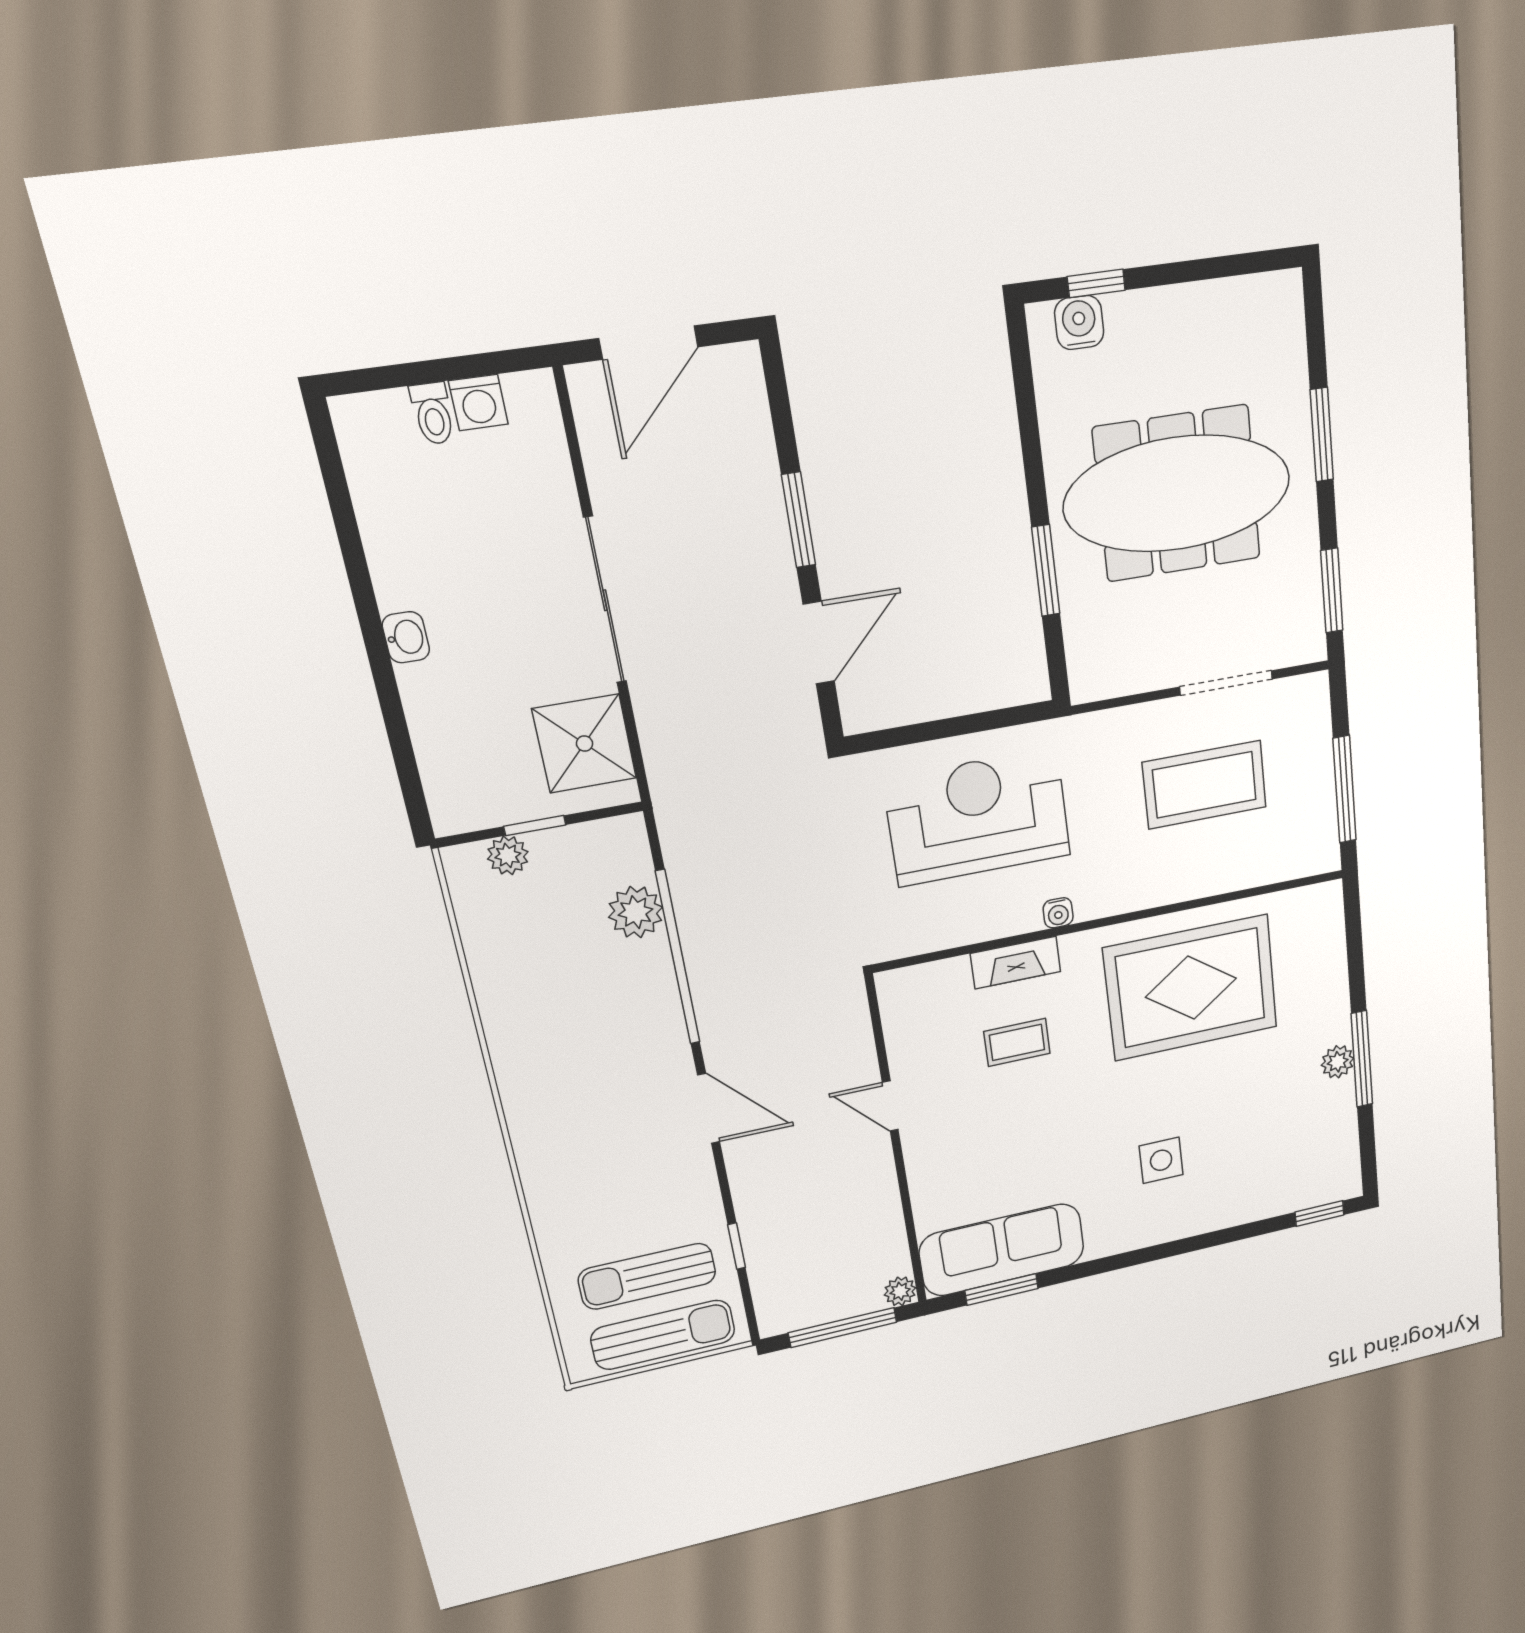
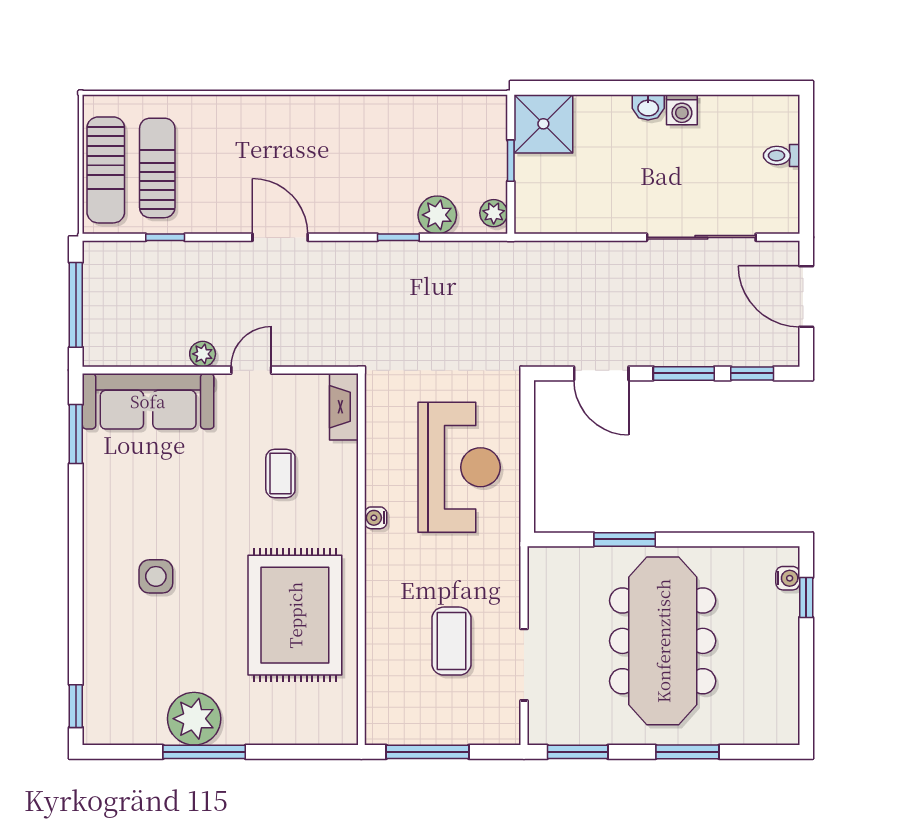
water cooler: (1079, 323) -> (788, 578), width x0.72, depth x0.72
washing machine: (478, 403) -> (682, 110), moved, turned -90
window: (781, 414) -> (752, 373), added
sliding door: (605, 600) -> (701, 237), moved
shower: (584, 744) -> (543, 124), moved
coffee table: (1205, 785) -> (451, 641), width x0.73, depth x0.76
plant: (508, 855) -> (494, 213), moved
window: (678, 958) -> (398, 237), width x0.32
fireplace: (1016, 963) -> (344, 407), moved
plant: (1338, 1062) -> (194, 719), width x1.87, depth x1.87
door: (709, 1108) -> (280, 237), swing flipped
sofa: (1002, 1250) -> (148, 401), moved, turned 90
plant: (900, 1291) -> (203, 354), moved

